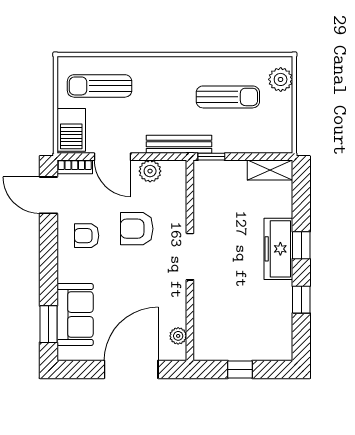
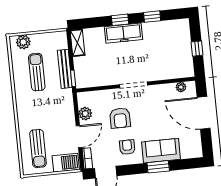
bench: (179, 144) -> (65, 69), moved
armchair: (87, 236) -> (127, 147), turned 180
sofa: (75, 314) -> (161, 151), moved
window: (48, 324) -> (158, 167), moved

